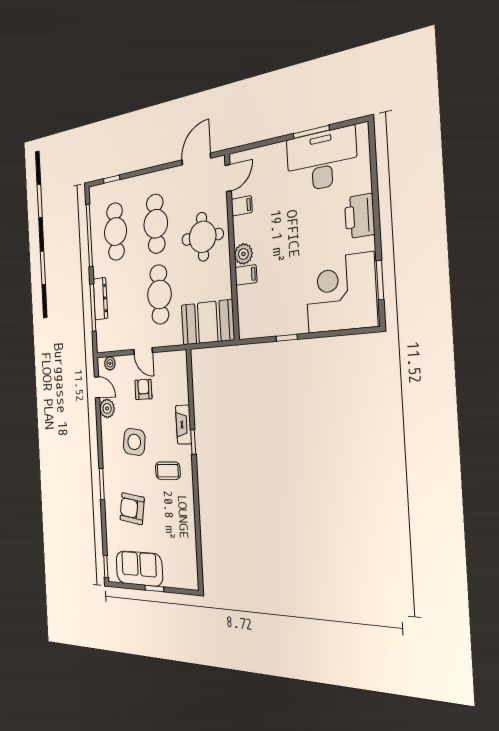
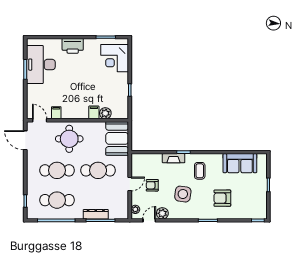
plant: (243, 254) -> (105, 113), moved
corner desk: (341, 293) -> (115, 58), width x0.74, depth x0.74
armchair: (132, 509) -> (222, 198), turned 81
sofa: (139, 568) -> (240, 163), moved, turned -90

